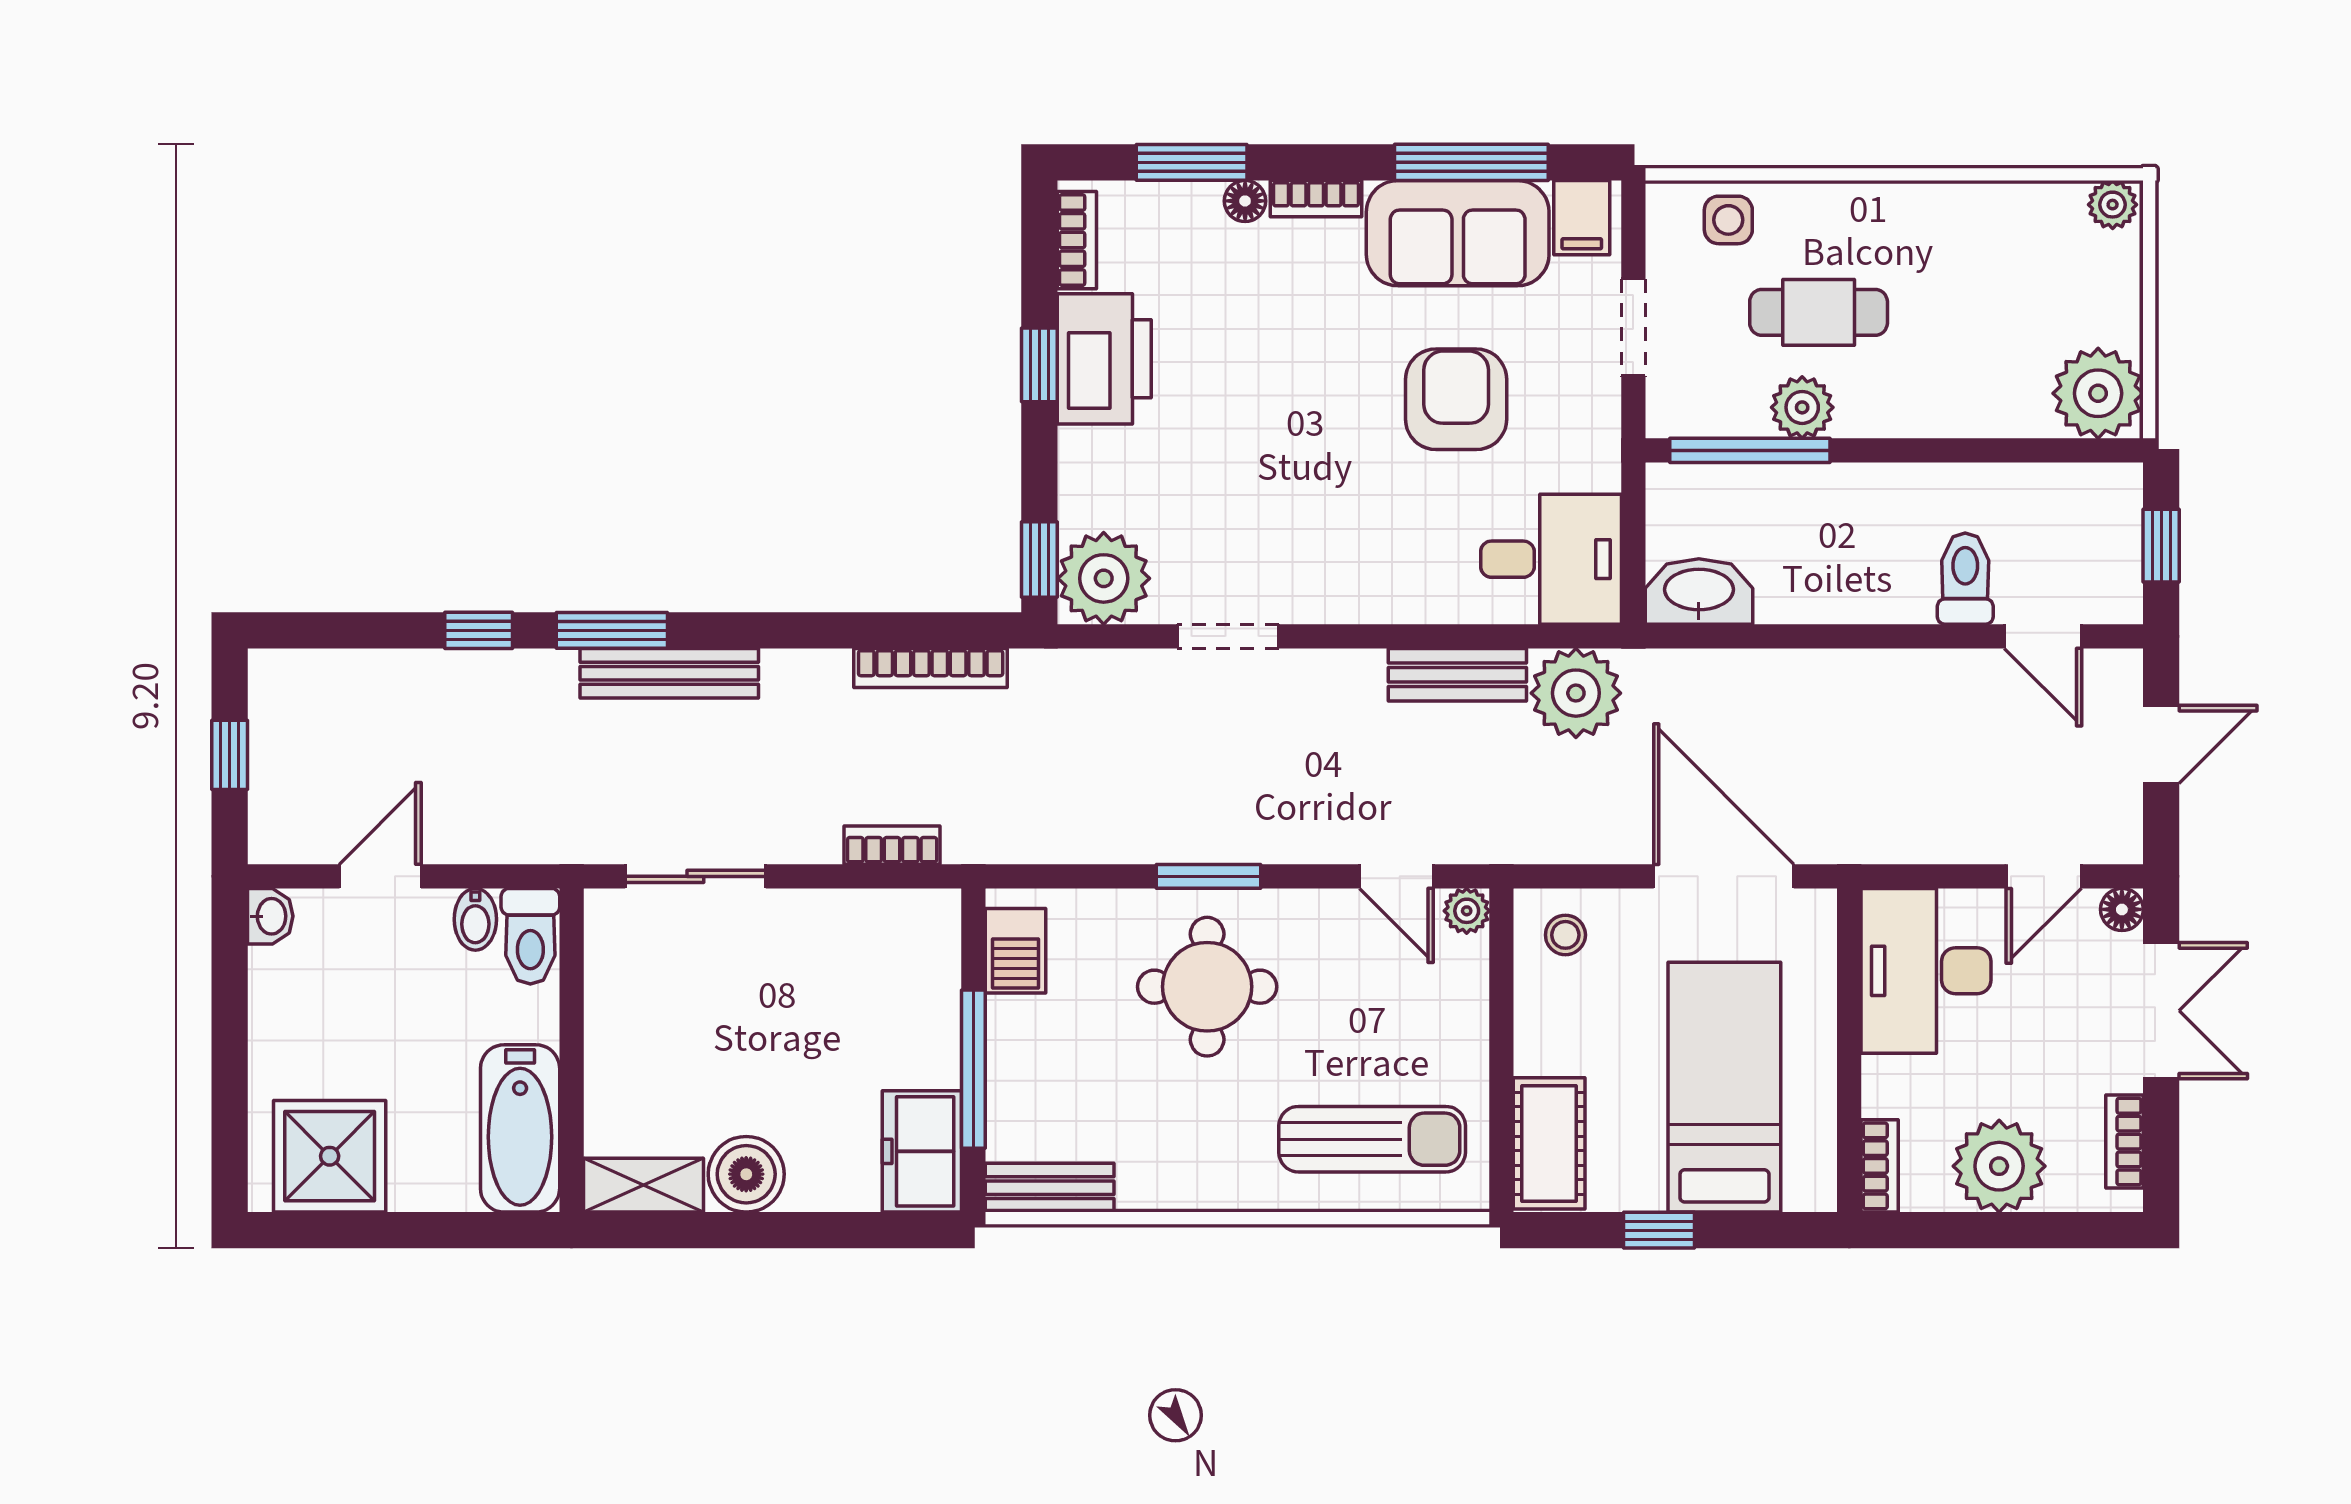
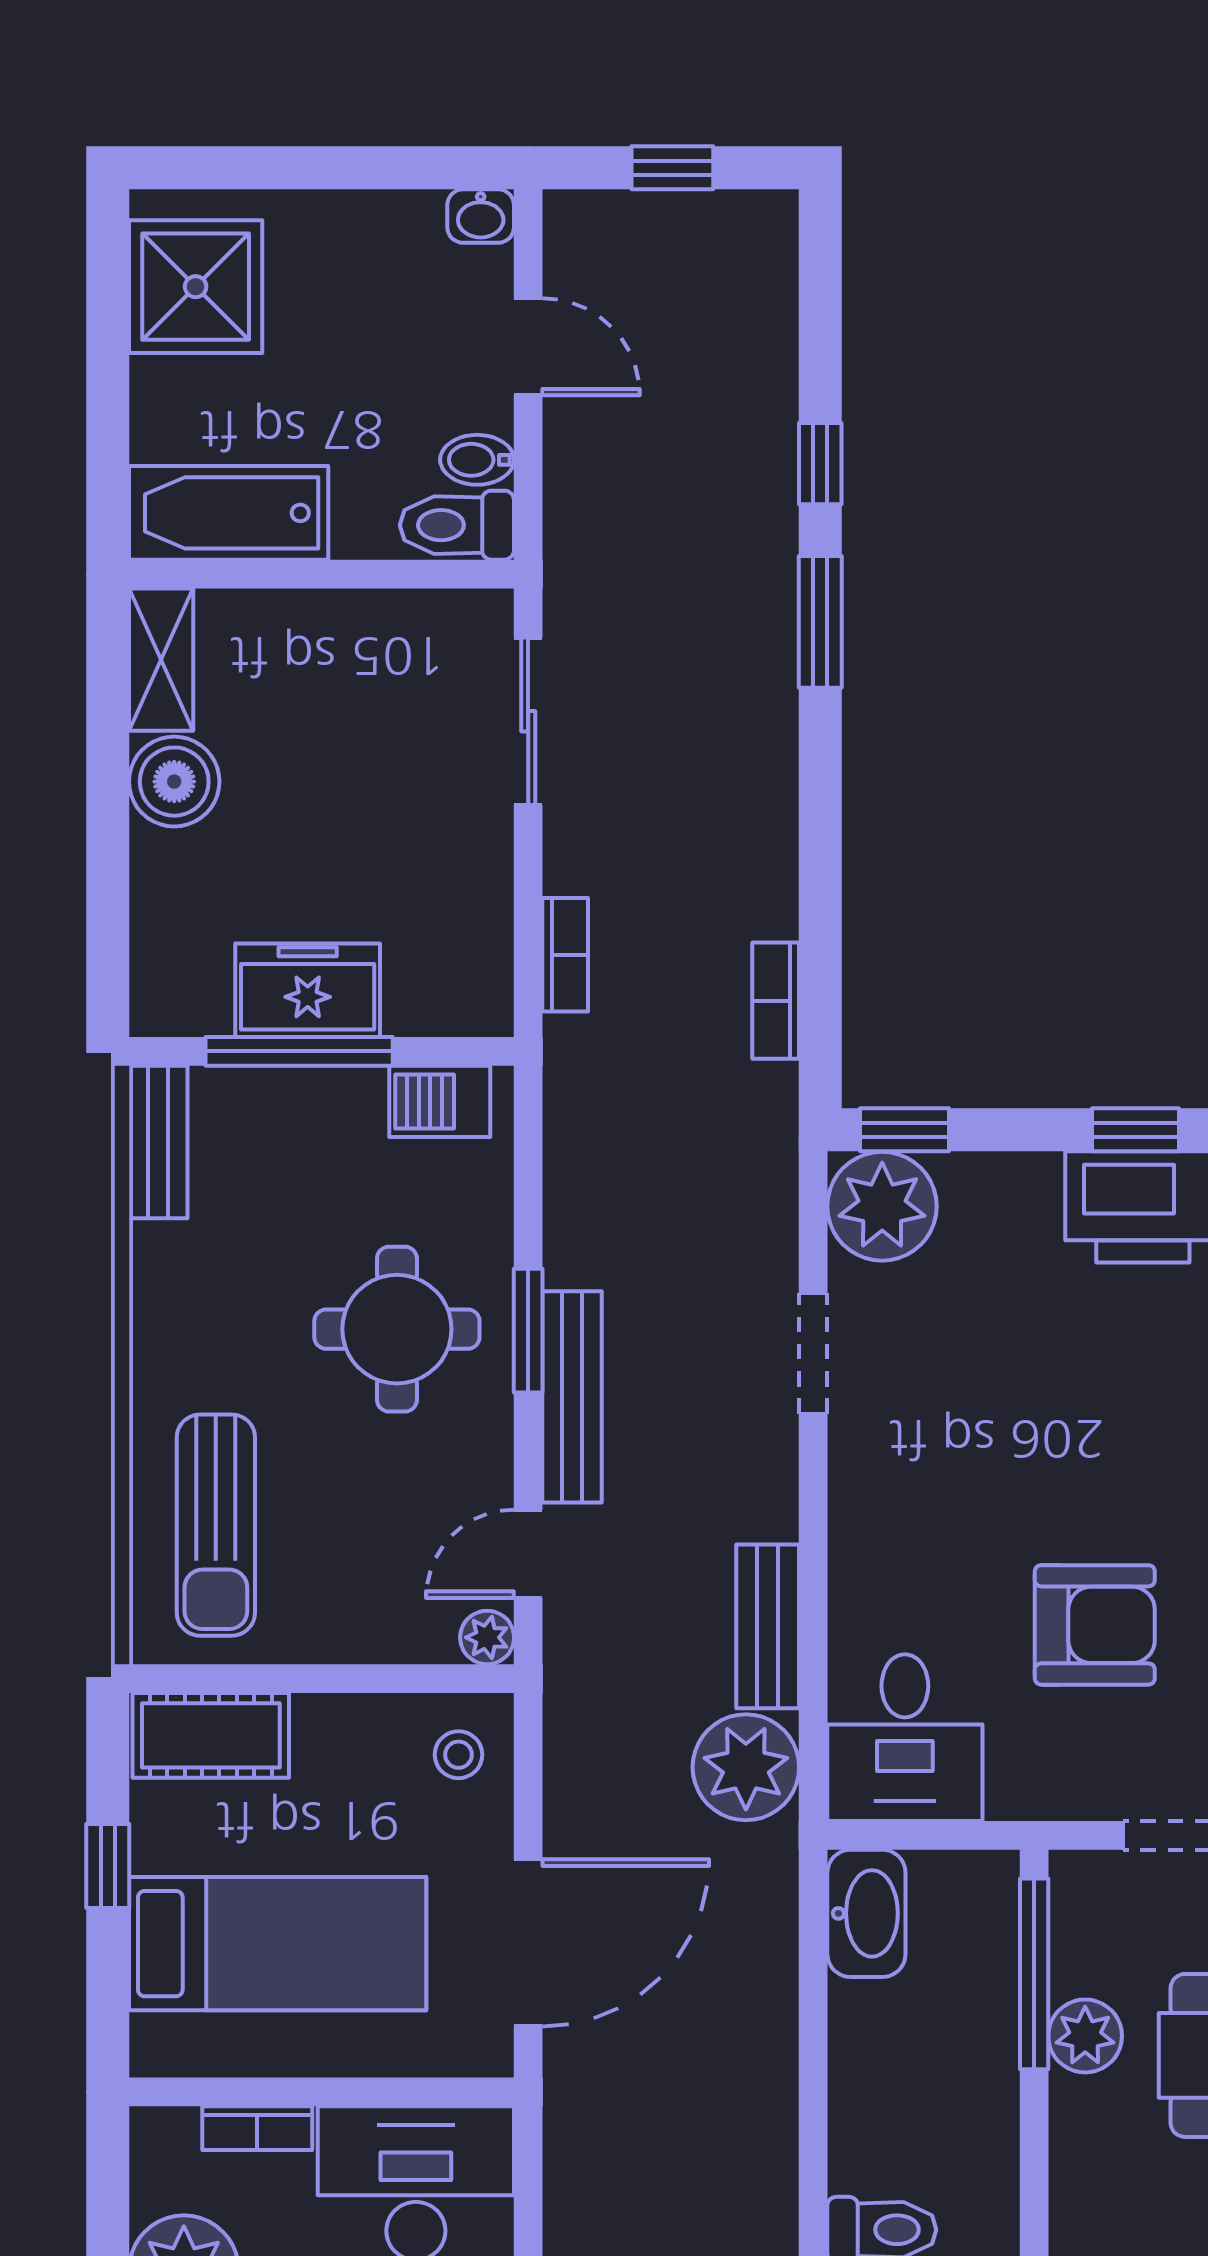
bookcase: (931, 668) -> (776, 1001), width x0.64
bench: (669, 673) -> (572, 1397), moved
freezer: (922, 1151) -> (308, 990), moved
bookcase: (1880, 1166) -> (257, 2128), moved

